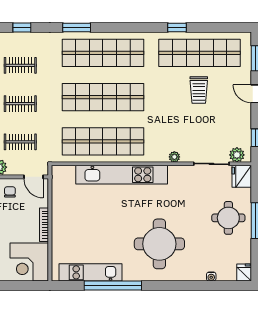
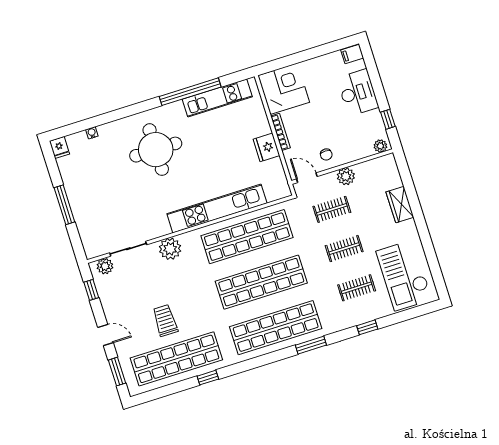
plant: (174, 157) -> (170, 249), width x1.87, depth x1.87
fridge: (242, 176) -> (266, 147), moved, turned 180
round table: (228, 218) -> (93, 199), removed

